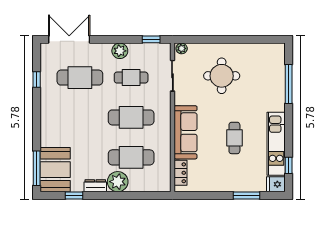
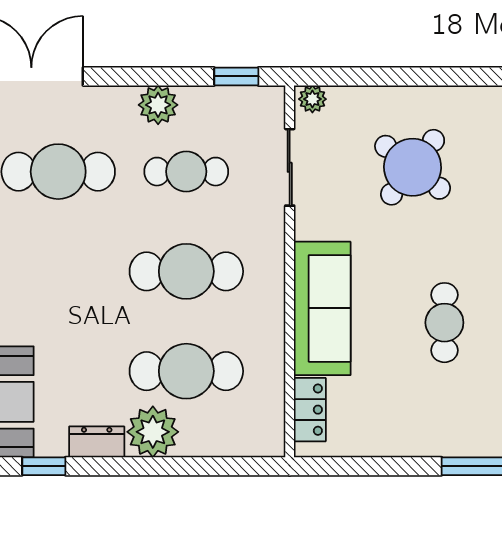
round table: (222, 76) -> (413, 167), turned 38

